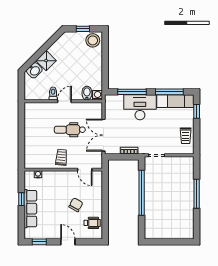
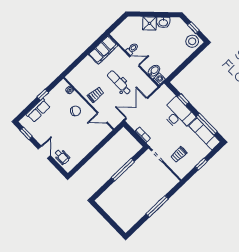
washbasin: (34, 70) -> (163, 22), moved
window: (132, 92) -> (183, 100), width x0.46
window: (197, 111) -> (201, 164), moved
filing cabinet: (32, 117) -> (103, 50), added
trolley: (186, 136) -> (179, 155), moved
door: (85, 170) -> (102, 118), hinge flipped
window: (142, 193) -> (123, 170), width x0.68
chair: (76, 205) -> (75, 111), moved
row of seats: (30, 209) -> (38, 110), width x0.68
wheelchair: (92, 223) -> (62, 157), moved

